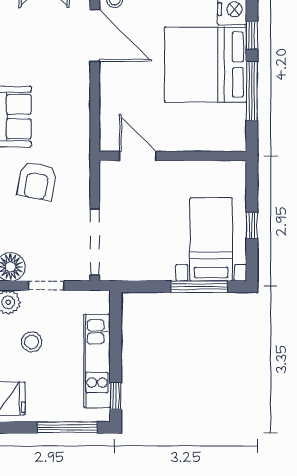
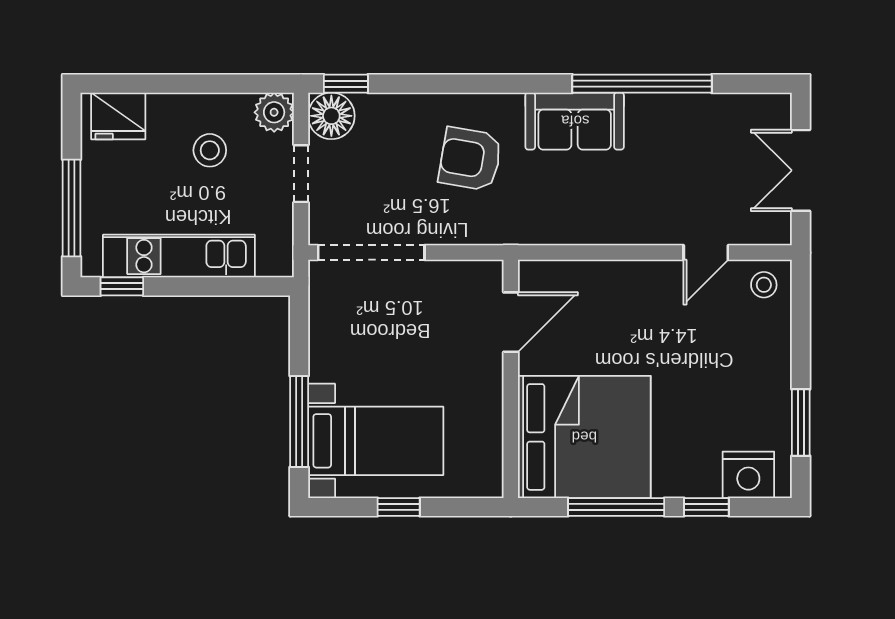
door: (95, 36) -> (706, 253), width x0.53
bed: (205, 65) -> (584, 437), moved, turned 90

